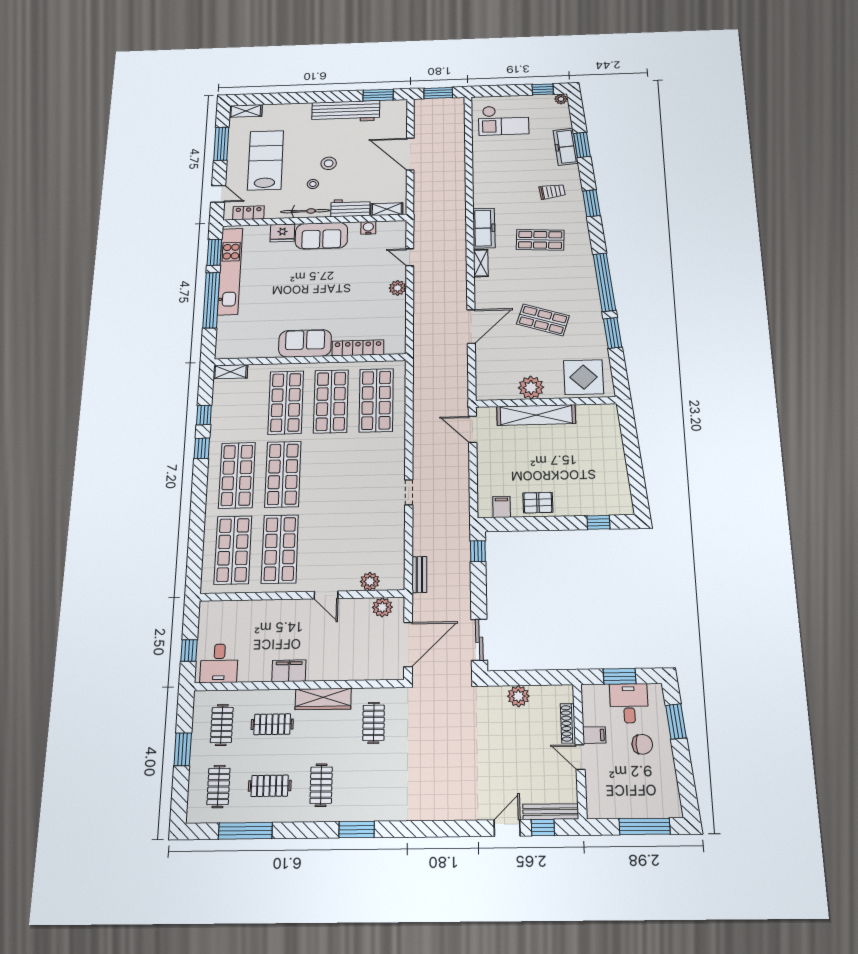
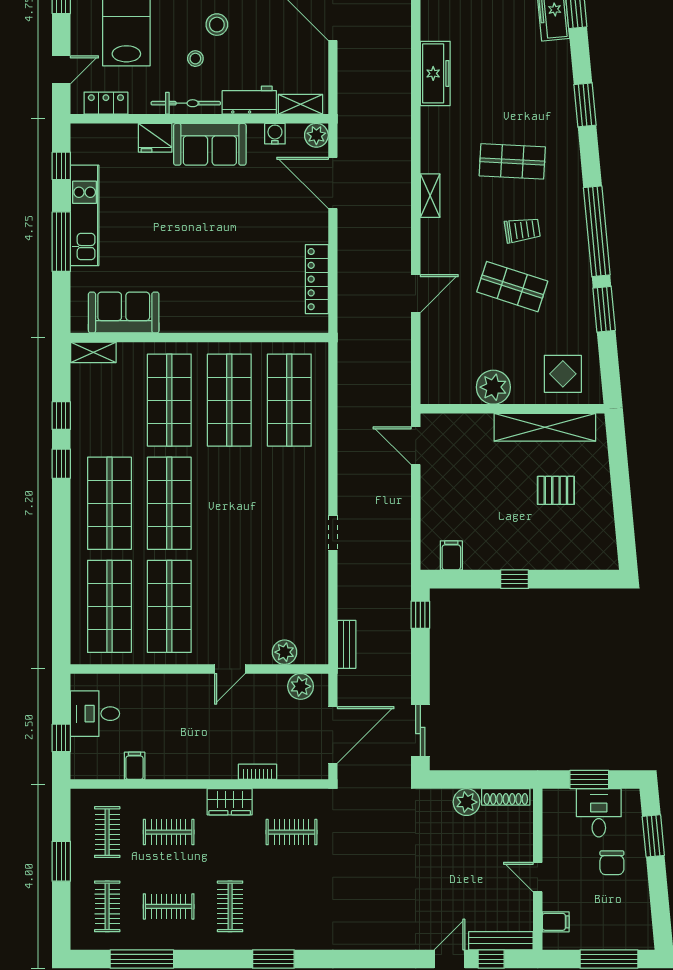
trolley: (552, 192) -> (522, 230), moved
door: (218, 194) -> (61, 70), hinge flipped
freezer: (484, 228) -> (435, 73), moved
window: (214, 252) -> (61, 166), width x0.67
door: (410, 257) -> (333, 183), width x1.87
kitchen unit: (230, 271) -> (85, 215), width x0.73
plant: (398, 288) -> (316, 135), moved
window: (211, 300) -> (61, 242), width x0.68
door: (471, 326) -> (416, 294), width x0.73
sofa: (305, 343) -> (124, 313), moved
locker: (358, 348) -> (317, 279), moved, turned -90
display table: (584, 377) -> (563, 374), width x0.73, depth x0.73
shelving: (536, 415) -> (545, 427), moved
pallet: (538, 503) -> (556, 490), moved
window: (598, 522) -> (515, 579), moved
door: (326, 595) -> (230, 669), hinge flipped
desk: (219, 663) -> (95, 714), moved, turned 90
filing cabinet: (289, 671) -> (135, 766), moved, width x0.50
bookcase: (346, 675) -> (257, 772), added
wardrobe: (323, 699) -> (230, 802), width x0.67
clothes rail: (374, 723) -> (292, 832), turned 90
shoe rack: (568, 723) -> (506, 797), moved, turned -90
filing cabinet: (594, 735) -> (556, 922), moved
chair: (642, 744) -> (612, 863), turned 90

